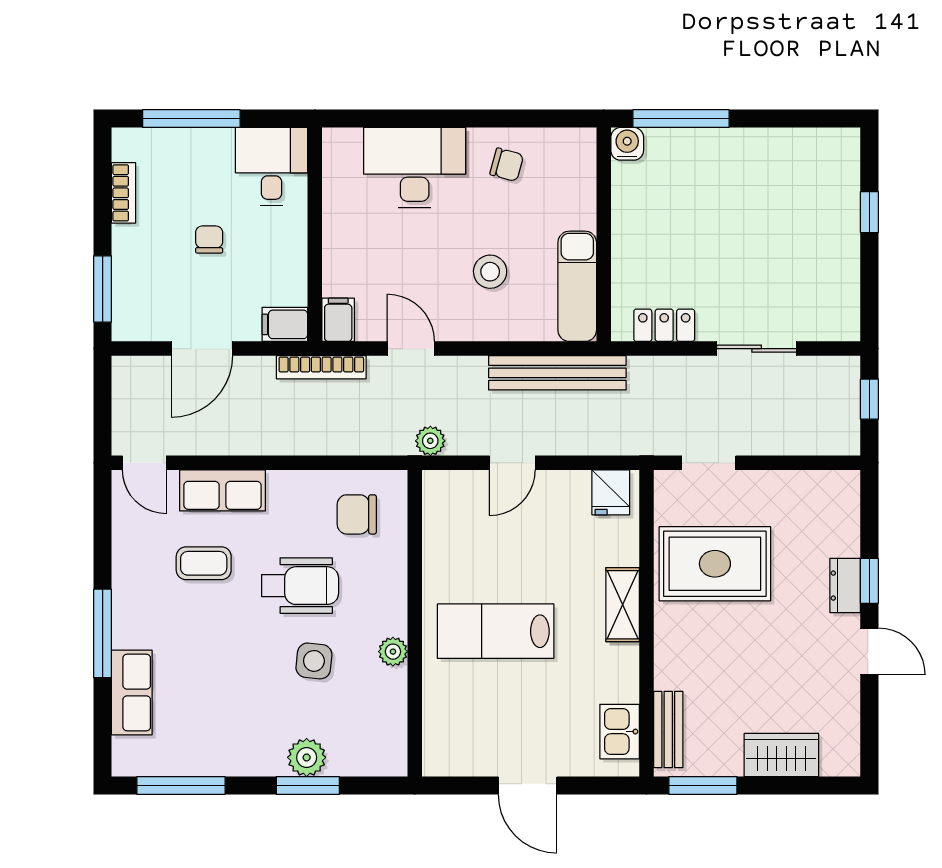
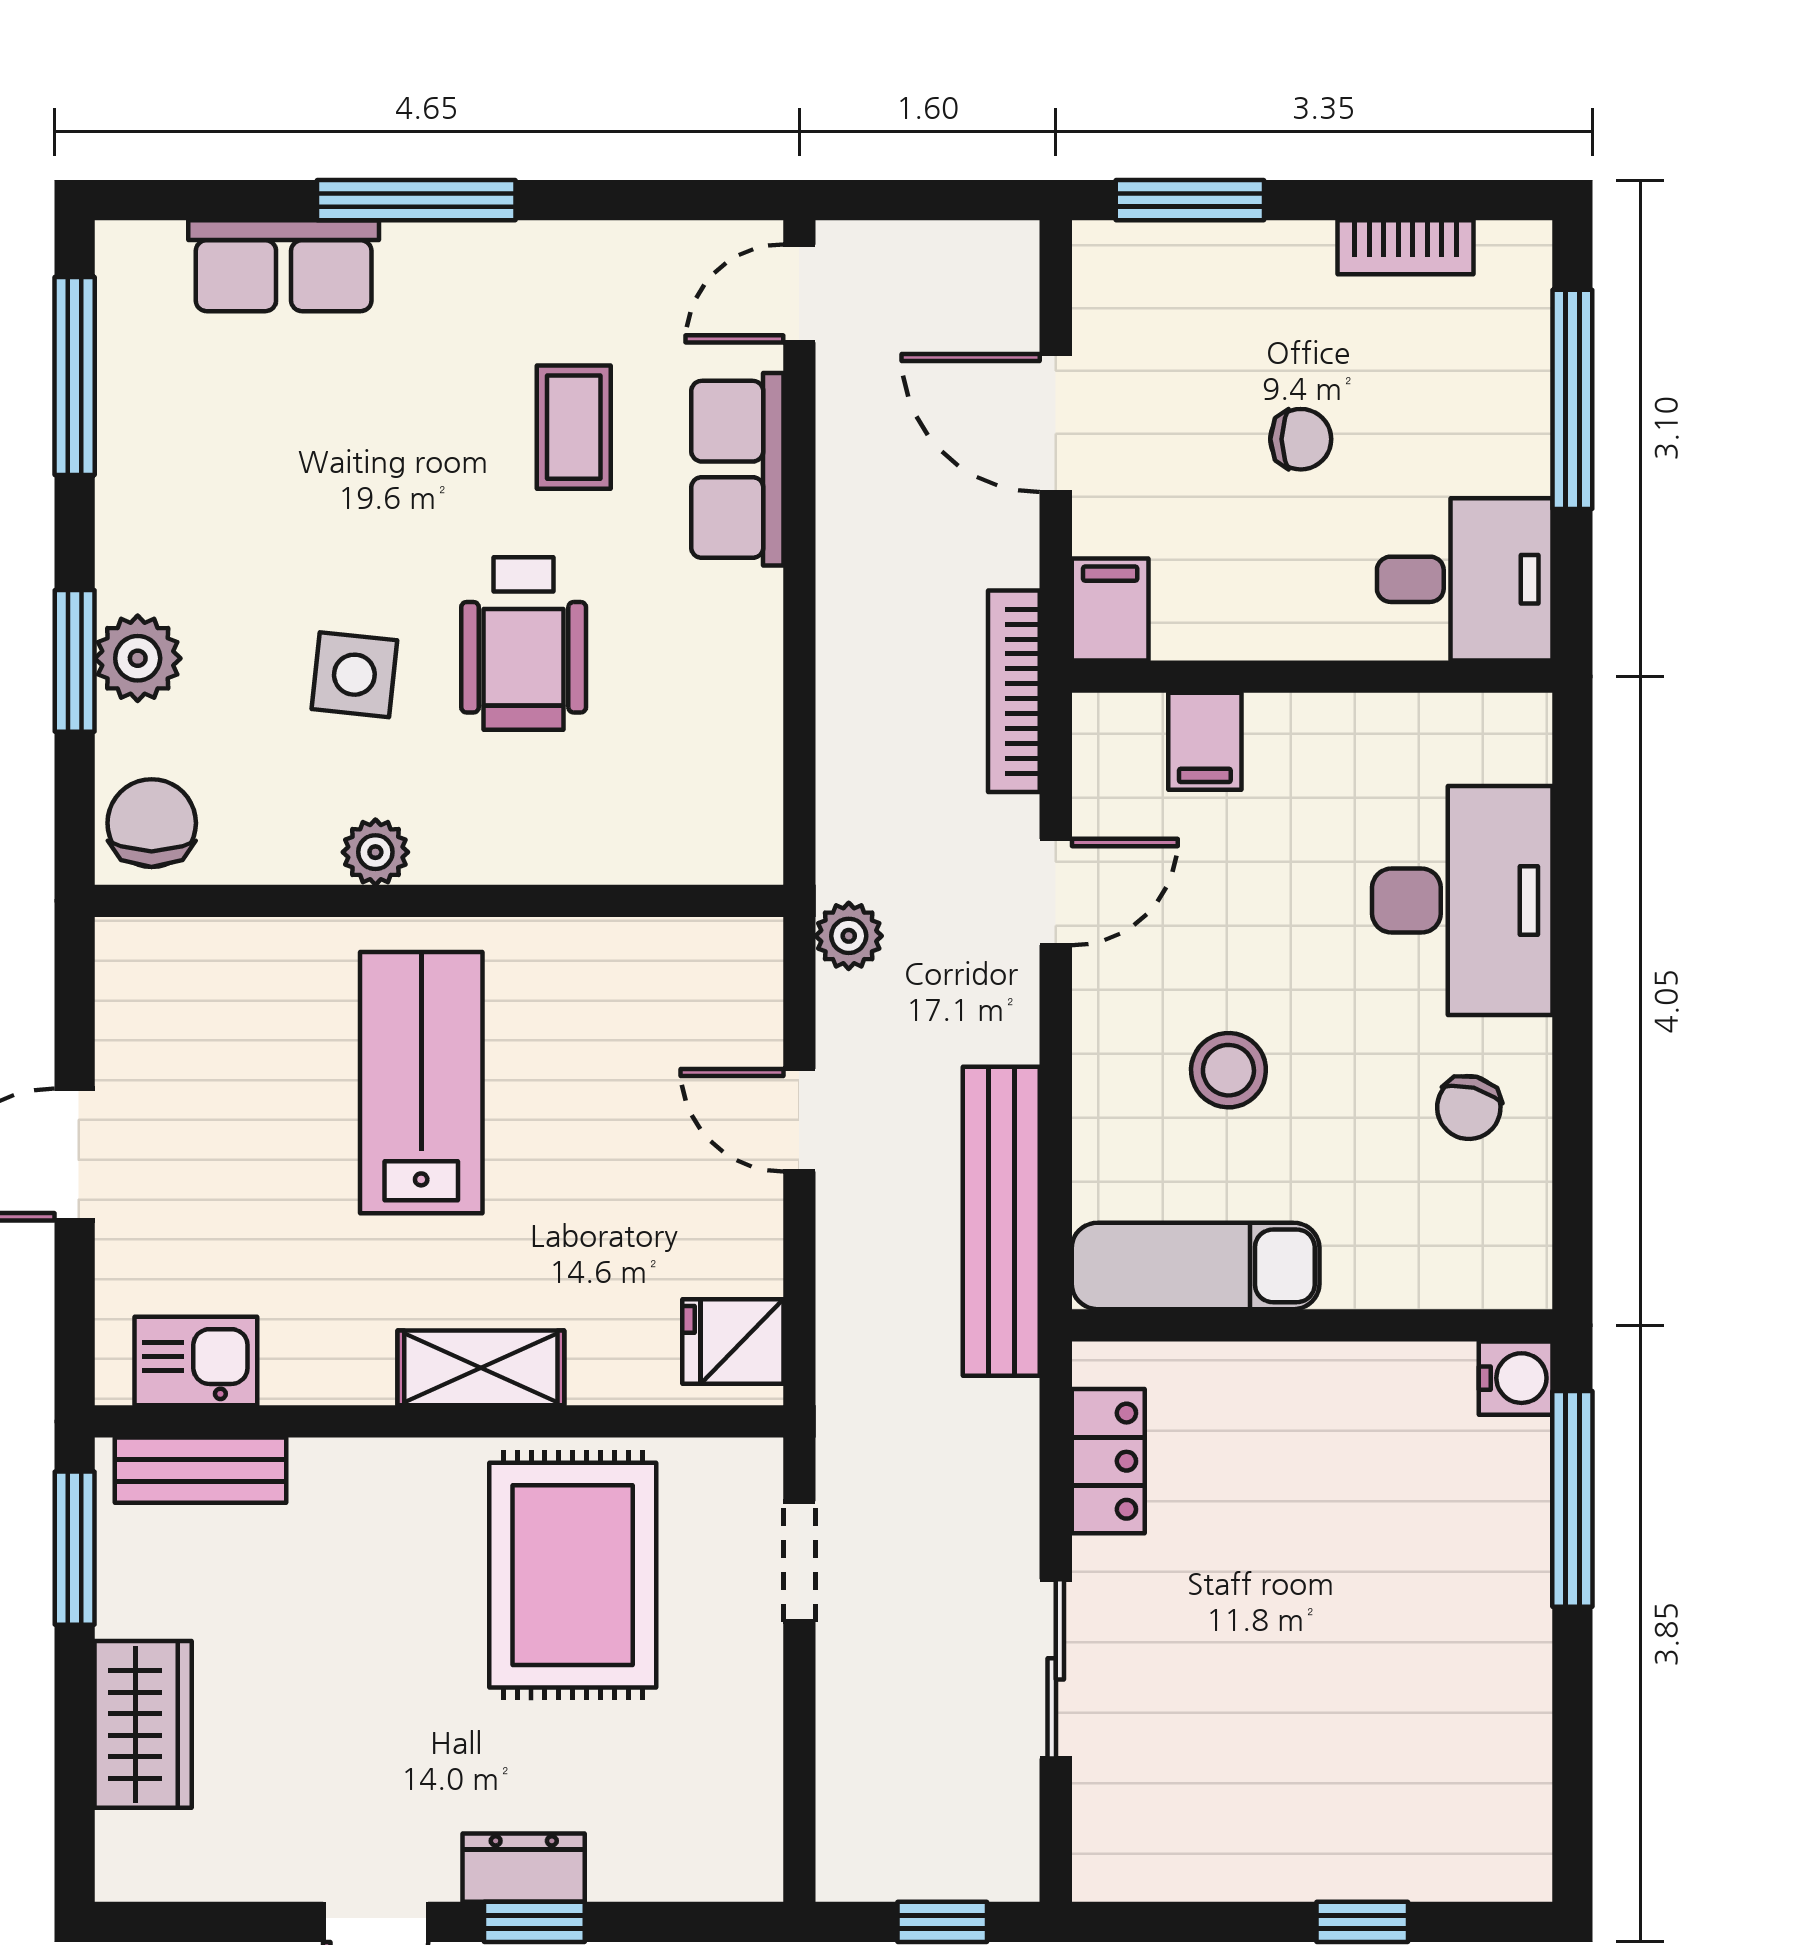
filing cabinet: (338, 320) -> (1205, 741), moved, turned 90
chair: (357, 514) -> (152, 823), moved

